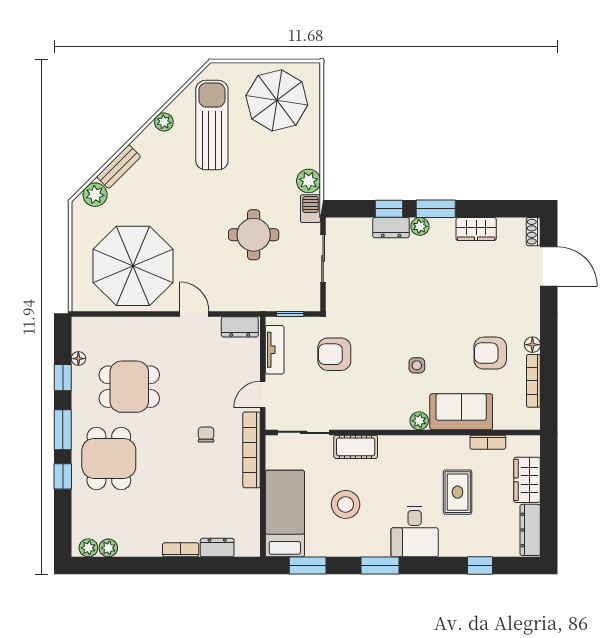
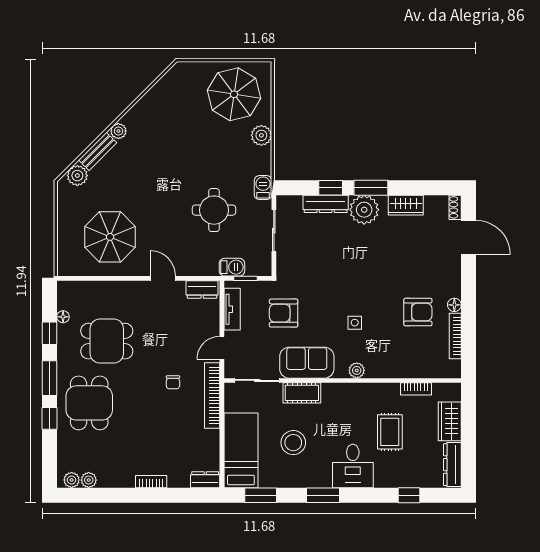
plant: (164, 122) -> (118, 131), moved
sun lounger: (212, 125) -> (178, 116), removed
plant: (309, 181) -> (261, 135), moved
plant: (420, 226) -> (364, 210), width x1.87, depth x1.87
dresser: (391, 228) -> (326, 204), width x1.44
parasol: (133, 266) -> (110, 237), width x0.73, depth x0.73
barbecue: (274, 301) -> (232, 267), added
armchair: (490, 353) -> (418, 312), turned 180
sofa: (461, 412) -> (307, 363), moved
chair: (206, 435) -> (173, 382), turned 180
dresser: (217, 548) -> (205, 480), moved

